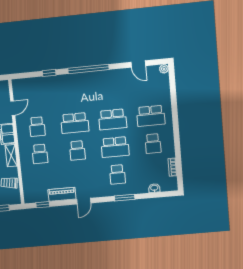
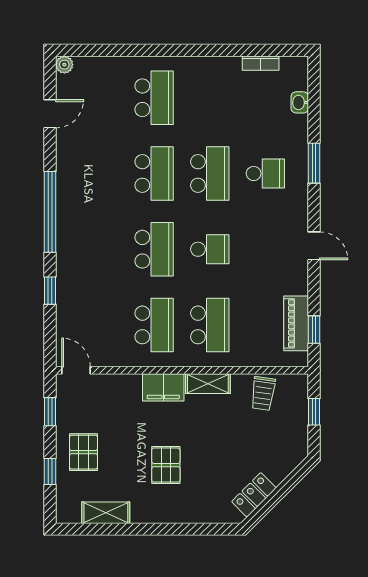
door: (13, 108) -> (76, 370), moved
school desk: (37, 127) -> (154, 325), width x1.85
school desk: (153, 144) -> (210, 98), removed
school desk: (40, 154) -> (210, 325), width x1.85
piano: (62, 194) -> (296, 323), moved

